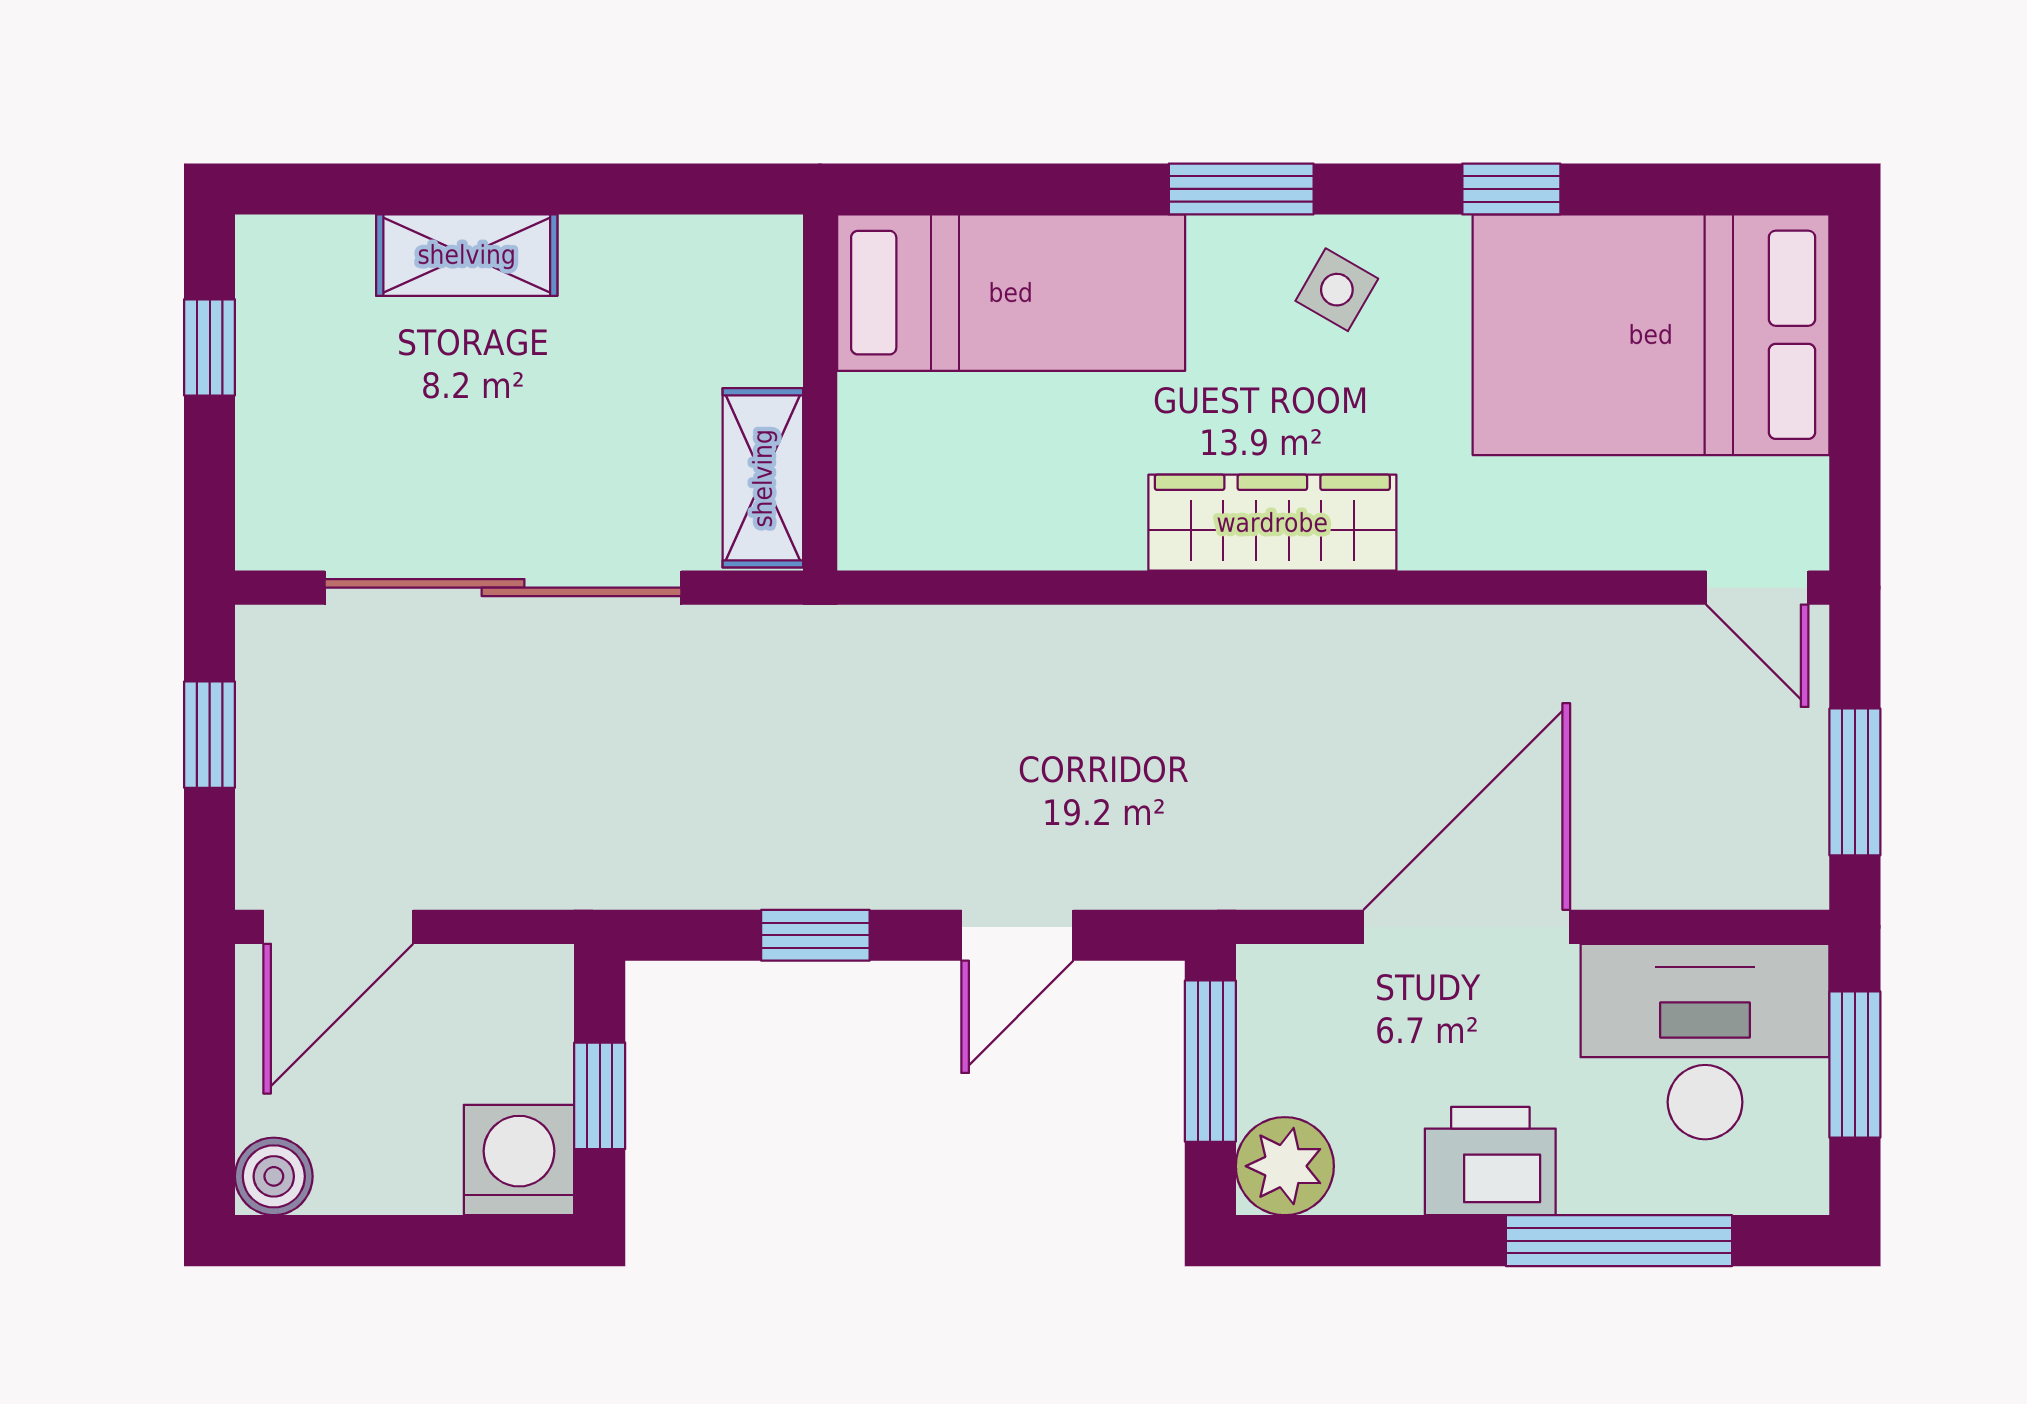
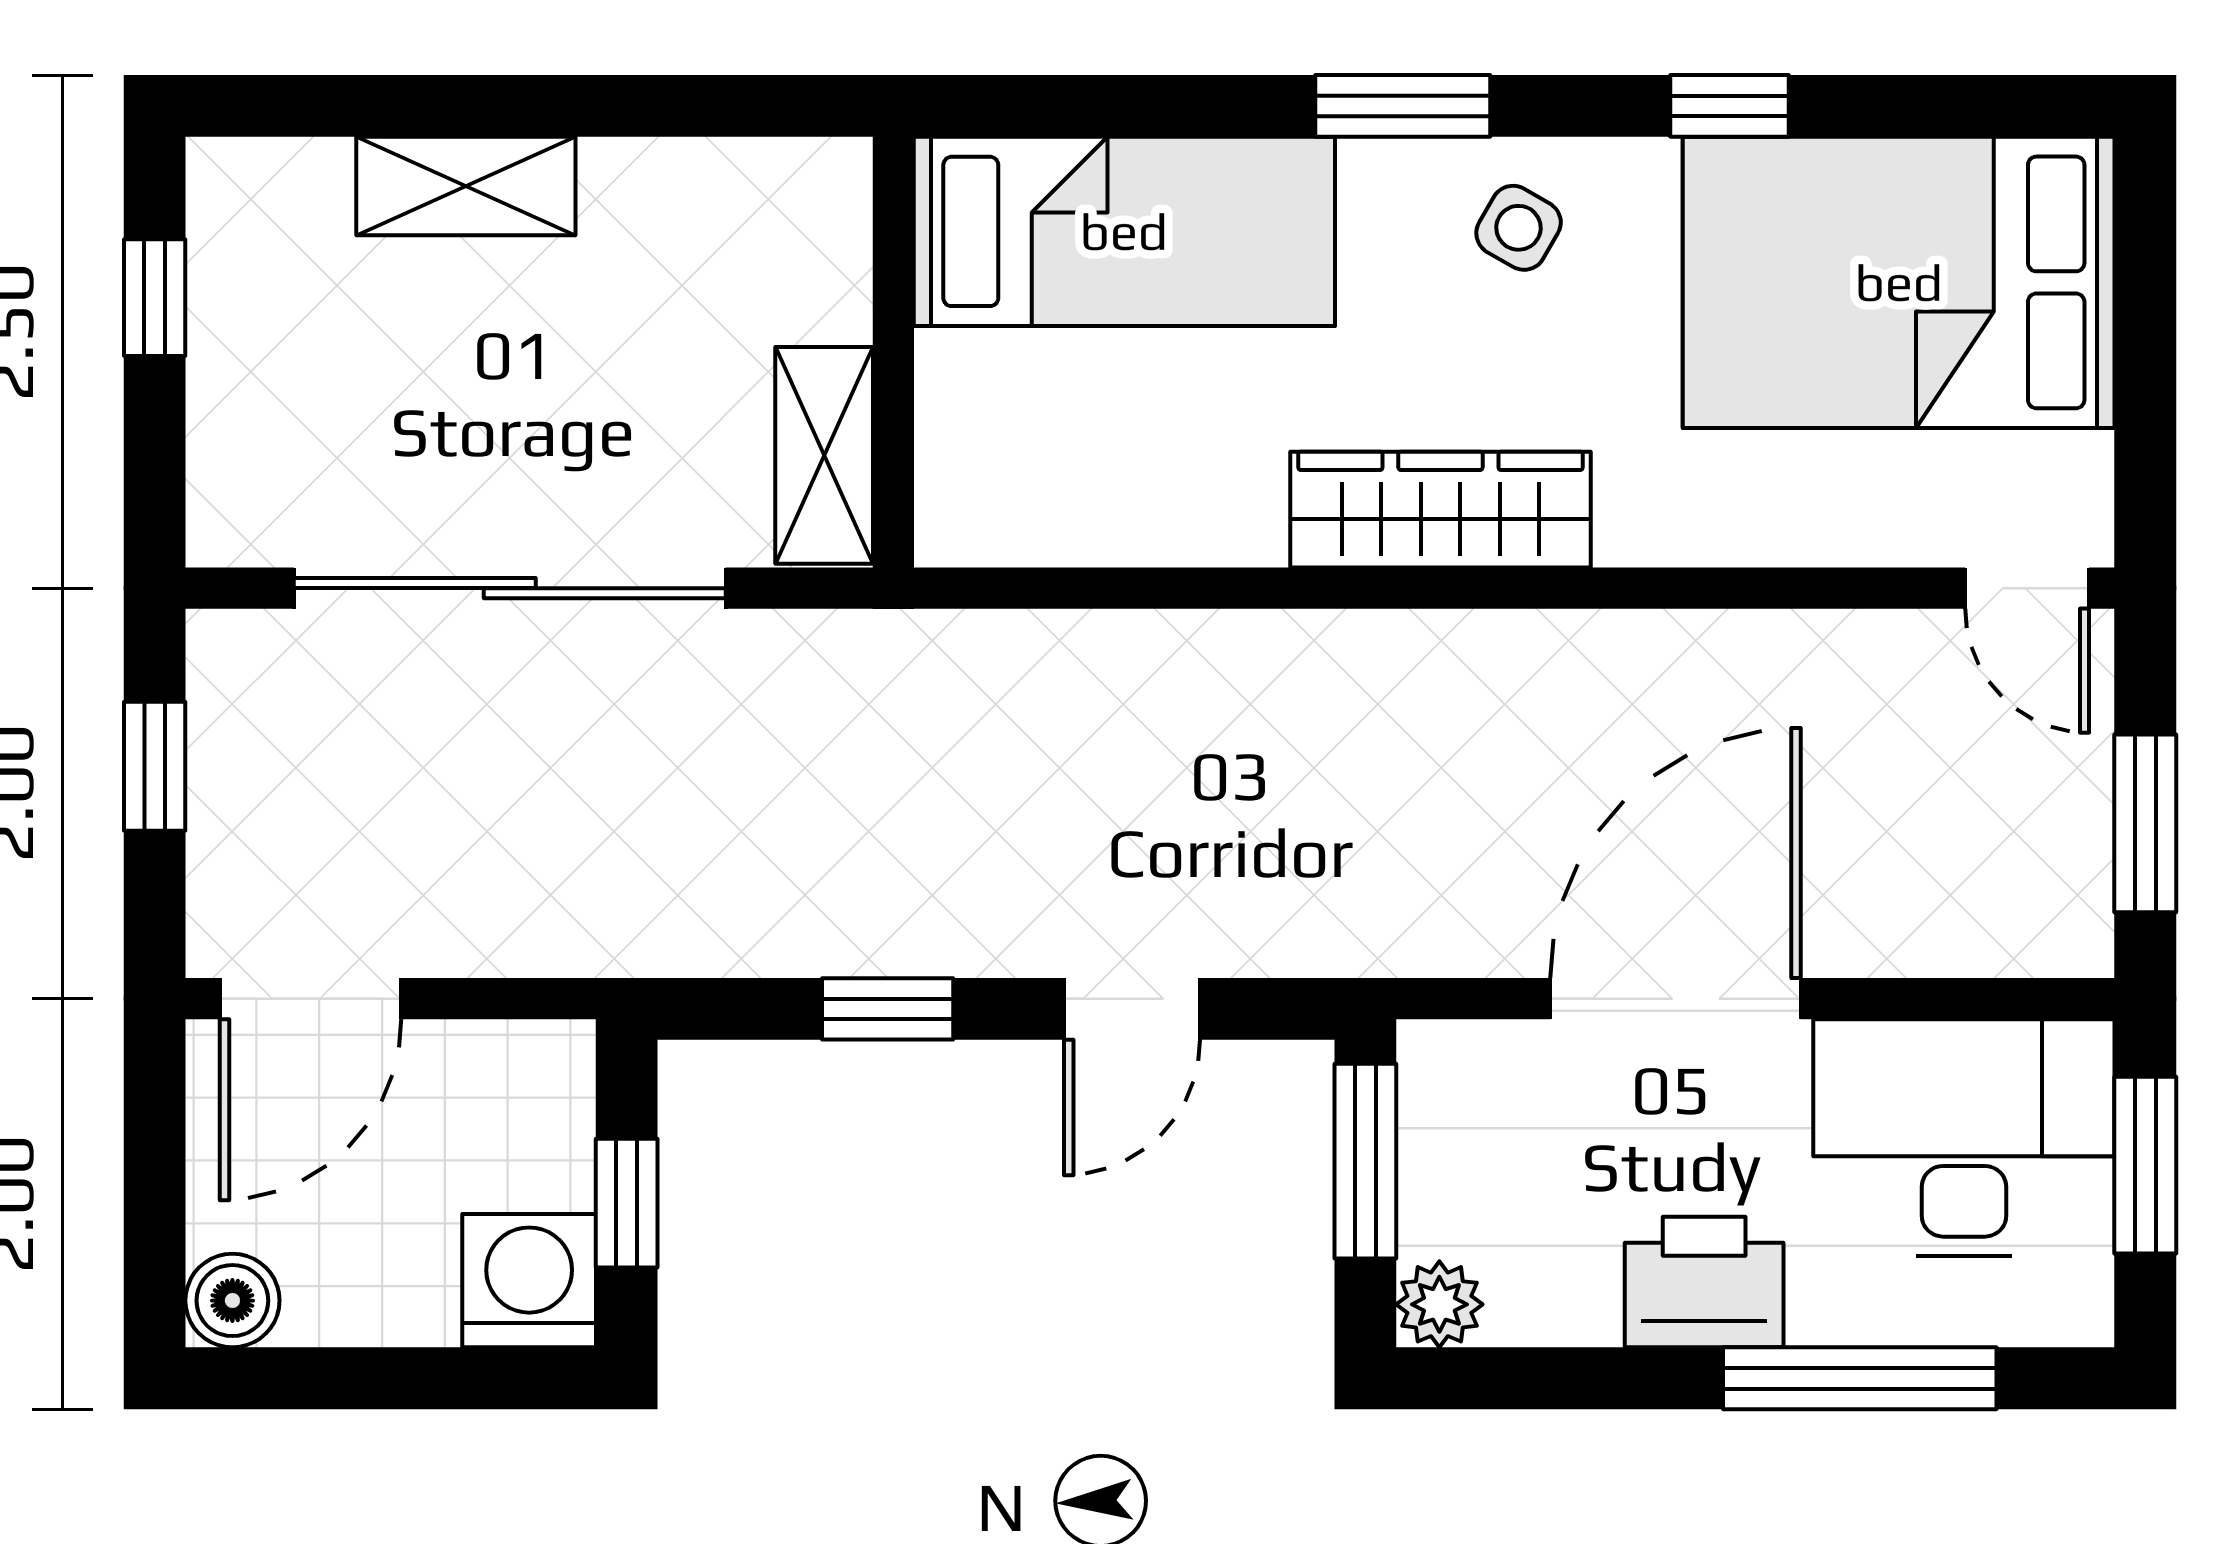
plant: (1285, 1166) -> (1439, 1304), width x0.73, depth x0.73

